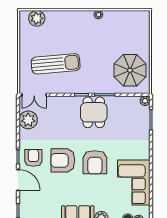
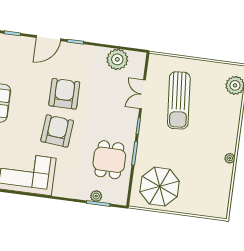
double door: (34, 95) -> (143, 94), moved
plant: (145, 101) -> (96, 196), moved
dining table: (94, 112) -> (109, 160), moved, turned 90
armchair: (33, 158) -> (72, 60), removed
armchair: (95, 162) -> (57, 131), turned 95

